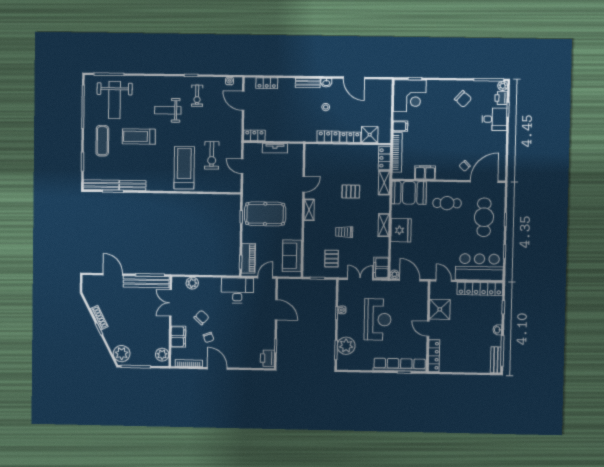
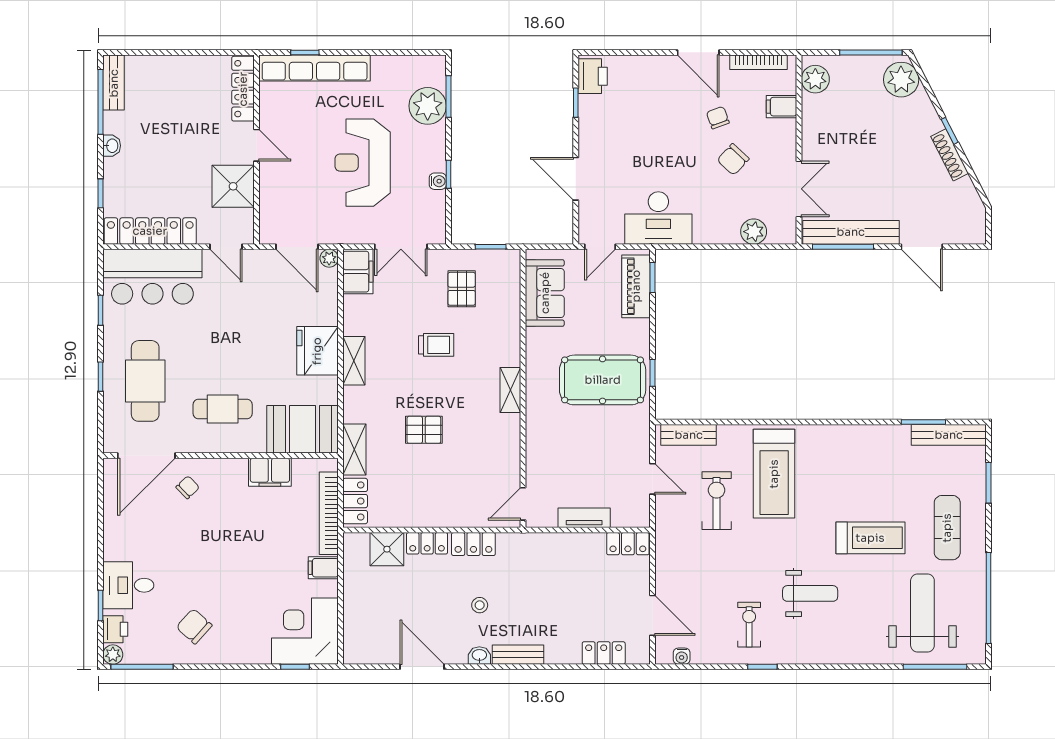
door: (304, 184) -> (523, 504), moved
bench: (133, 185) -> (689, 435), moved
filing cabinet: (178, 337) -> (781, 107), width x0.50

